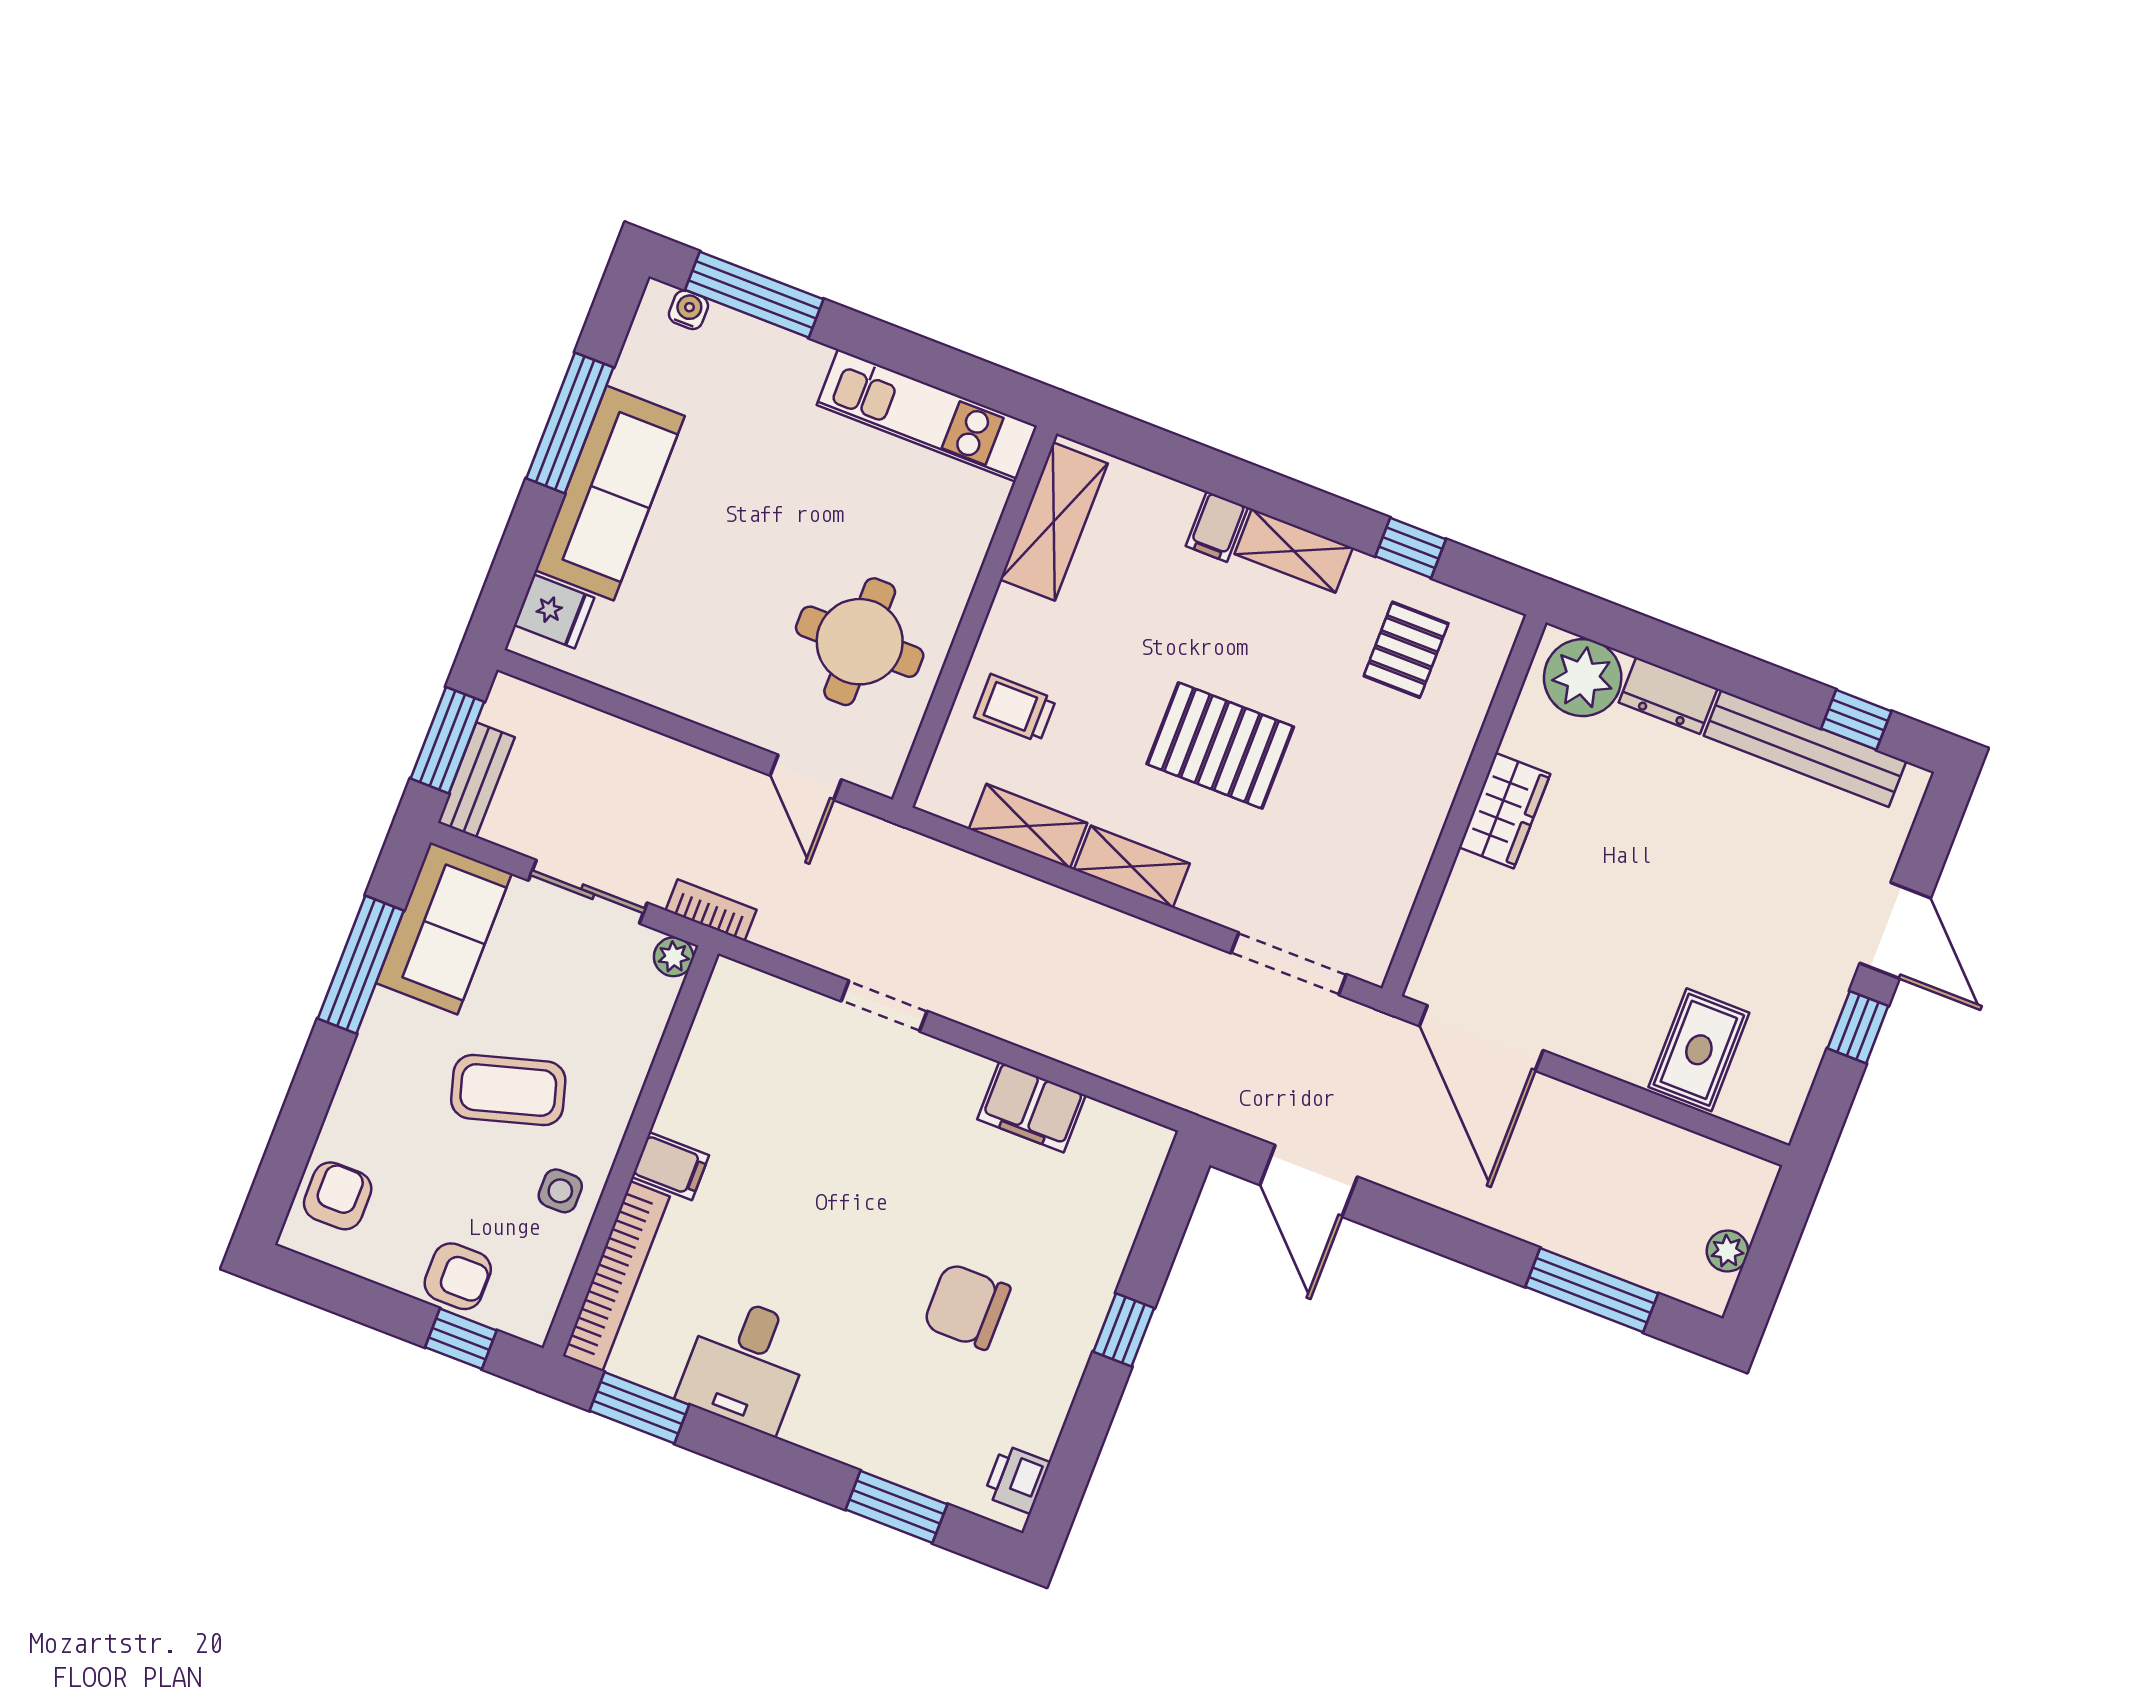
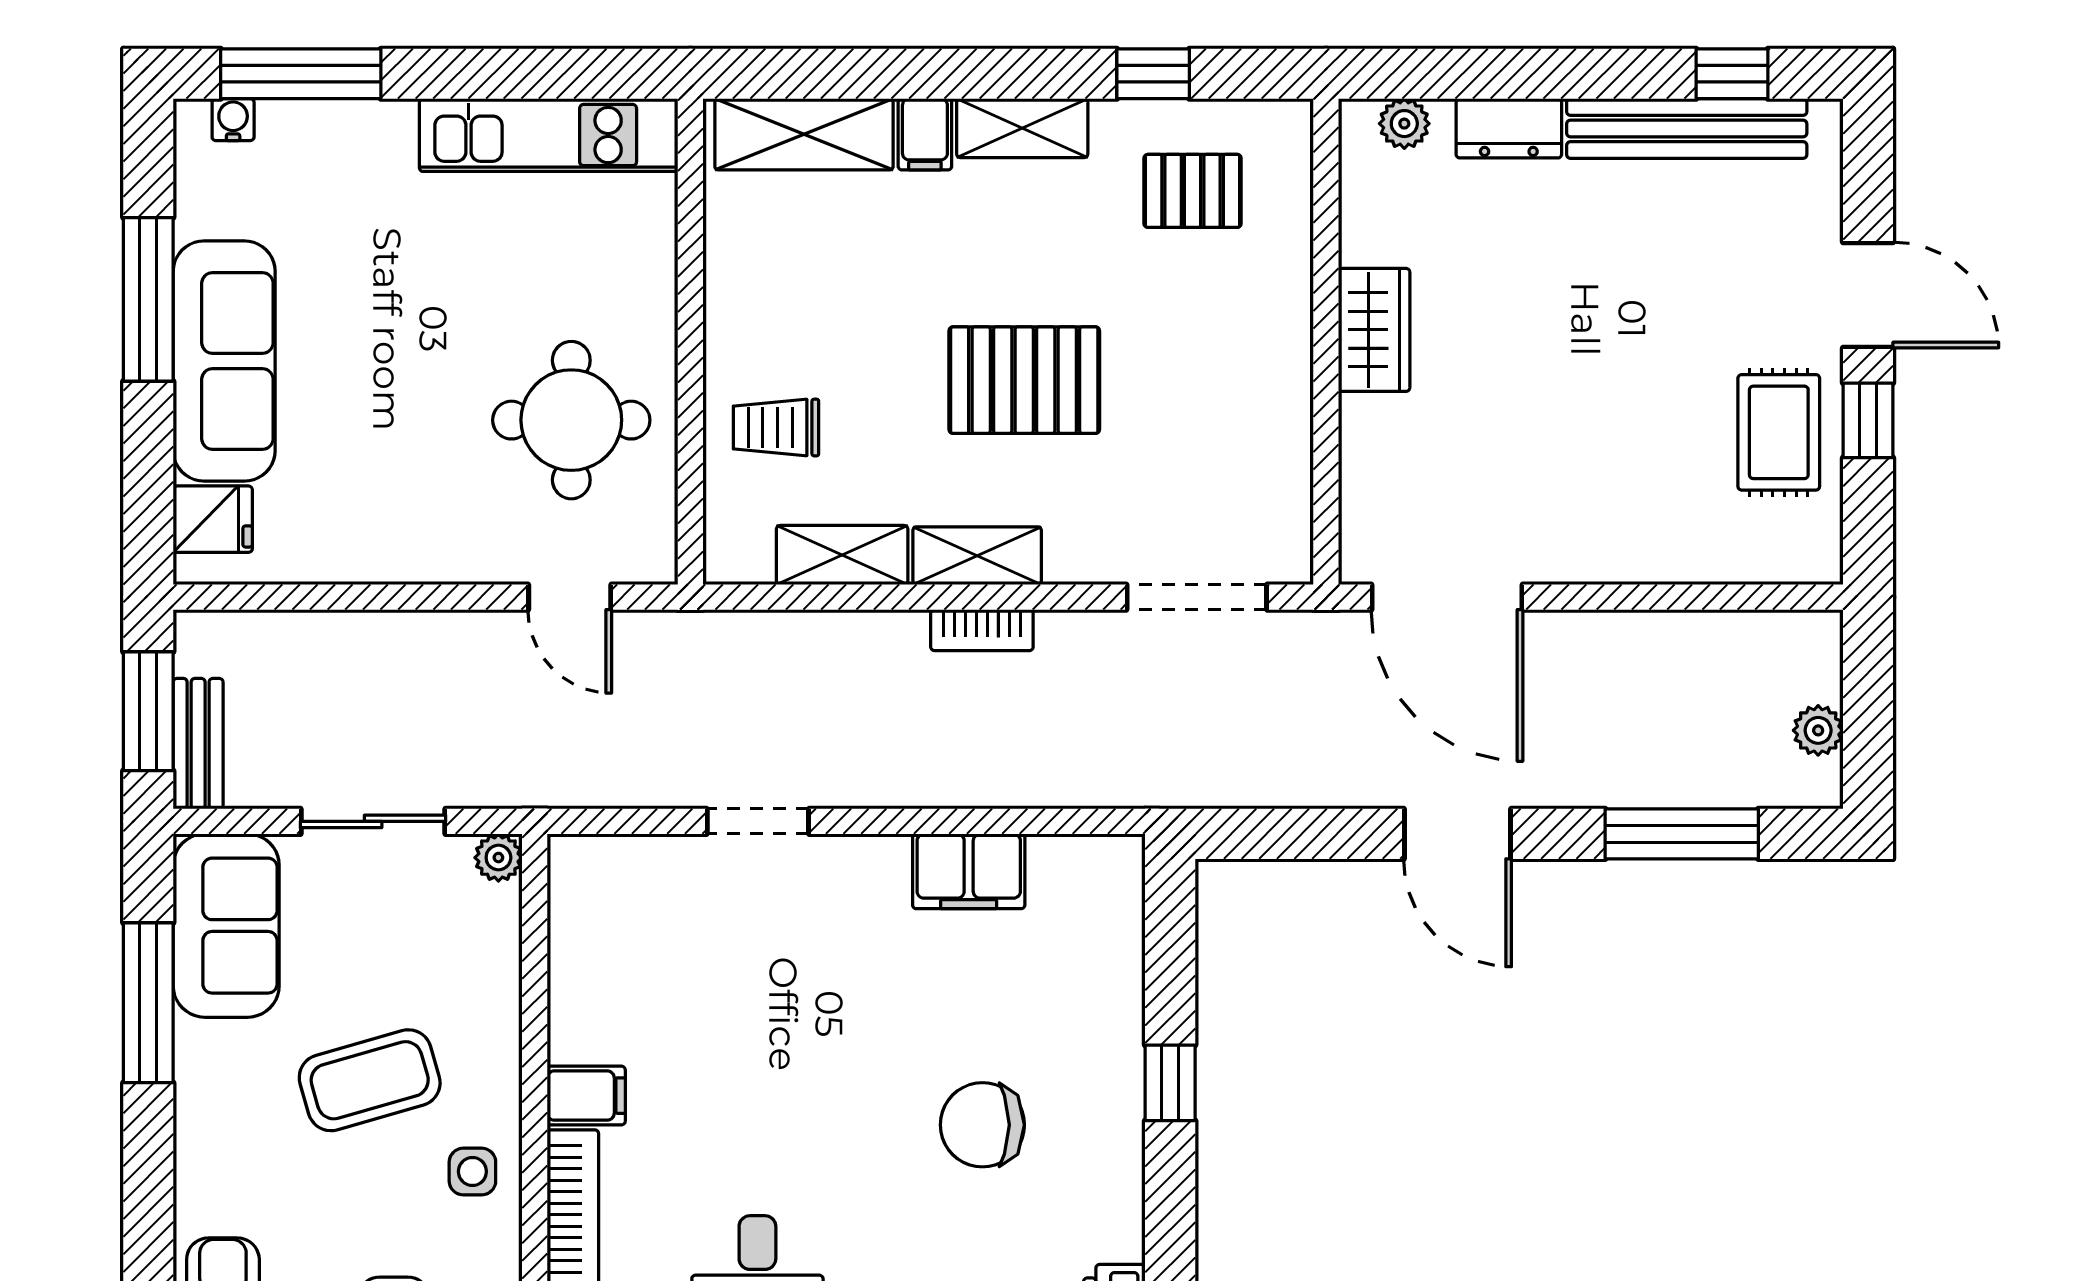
shelving: (1054, 522) -> (804, 134), moved, turned 90
pallet: (1406, 650) -> (1193, 191), turned 90
plant: (1583, 678) -> (1404, 124), width x0.53, depth x0.53
bookcase: (711, 910) -> (982, 630), moved, turned 180
rug: (1699, 1050) -> (1779, 432), moved
door: (1309, 1181) -> (1458, 834), moved

